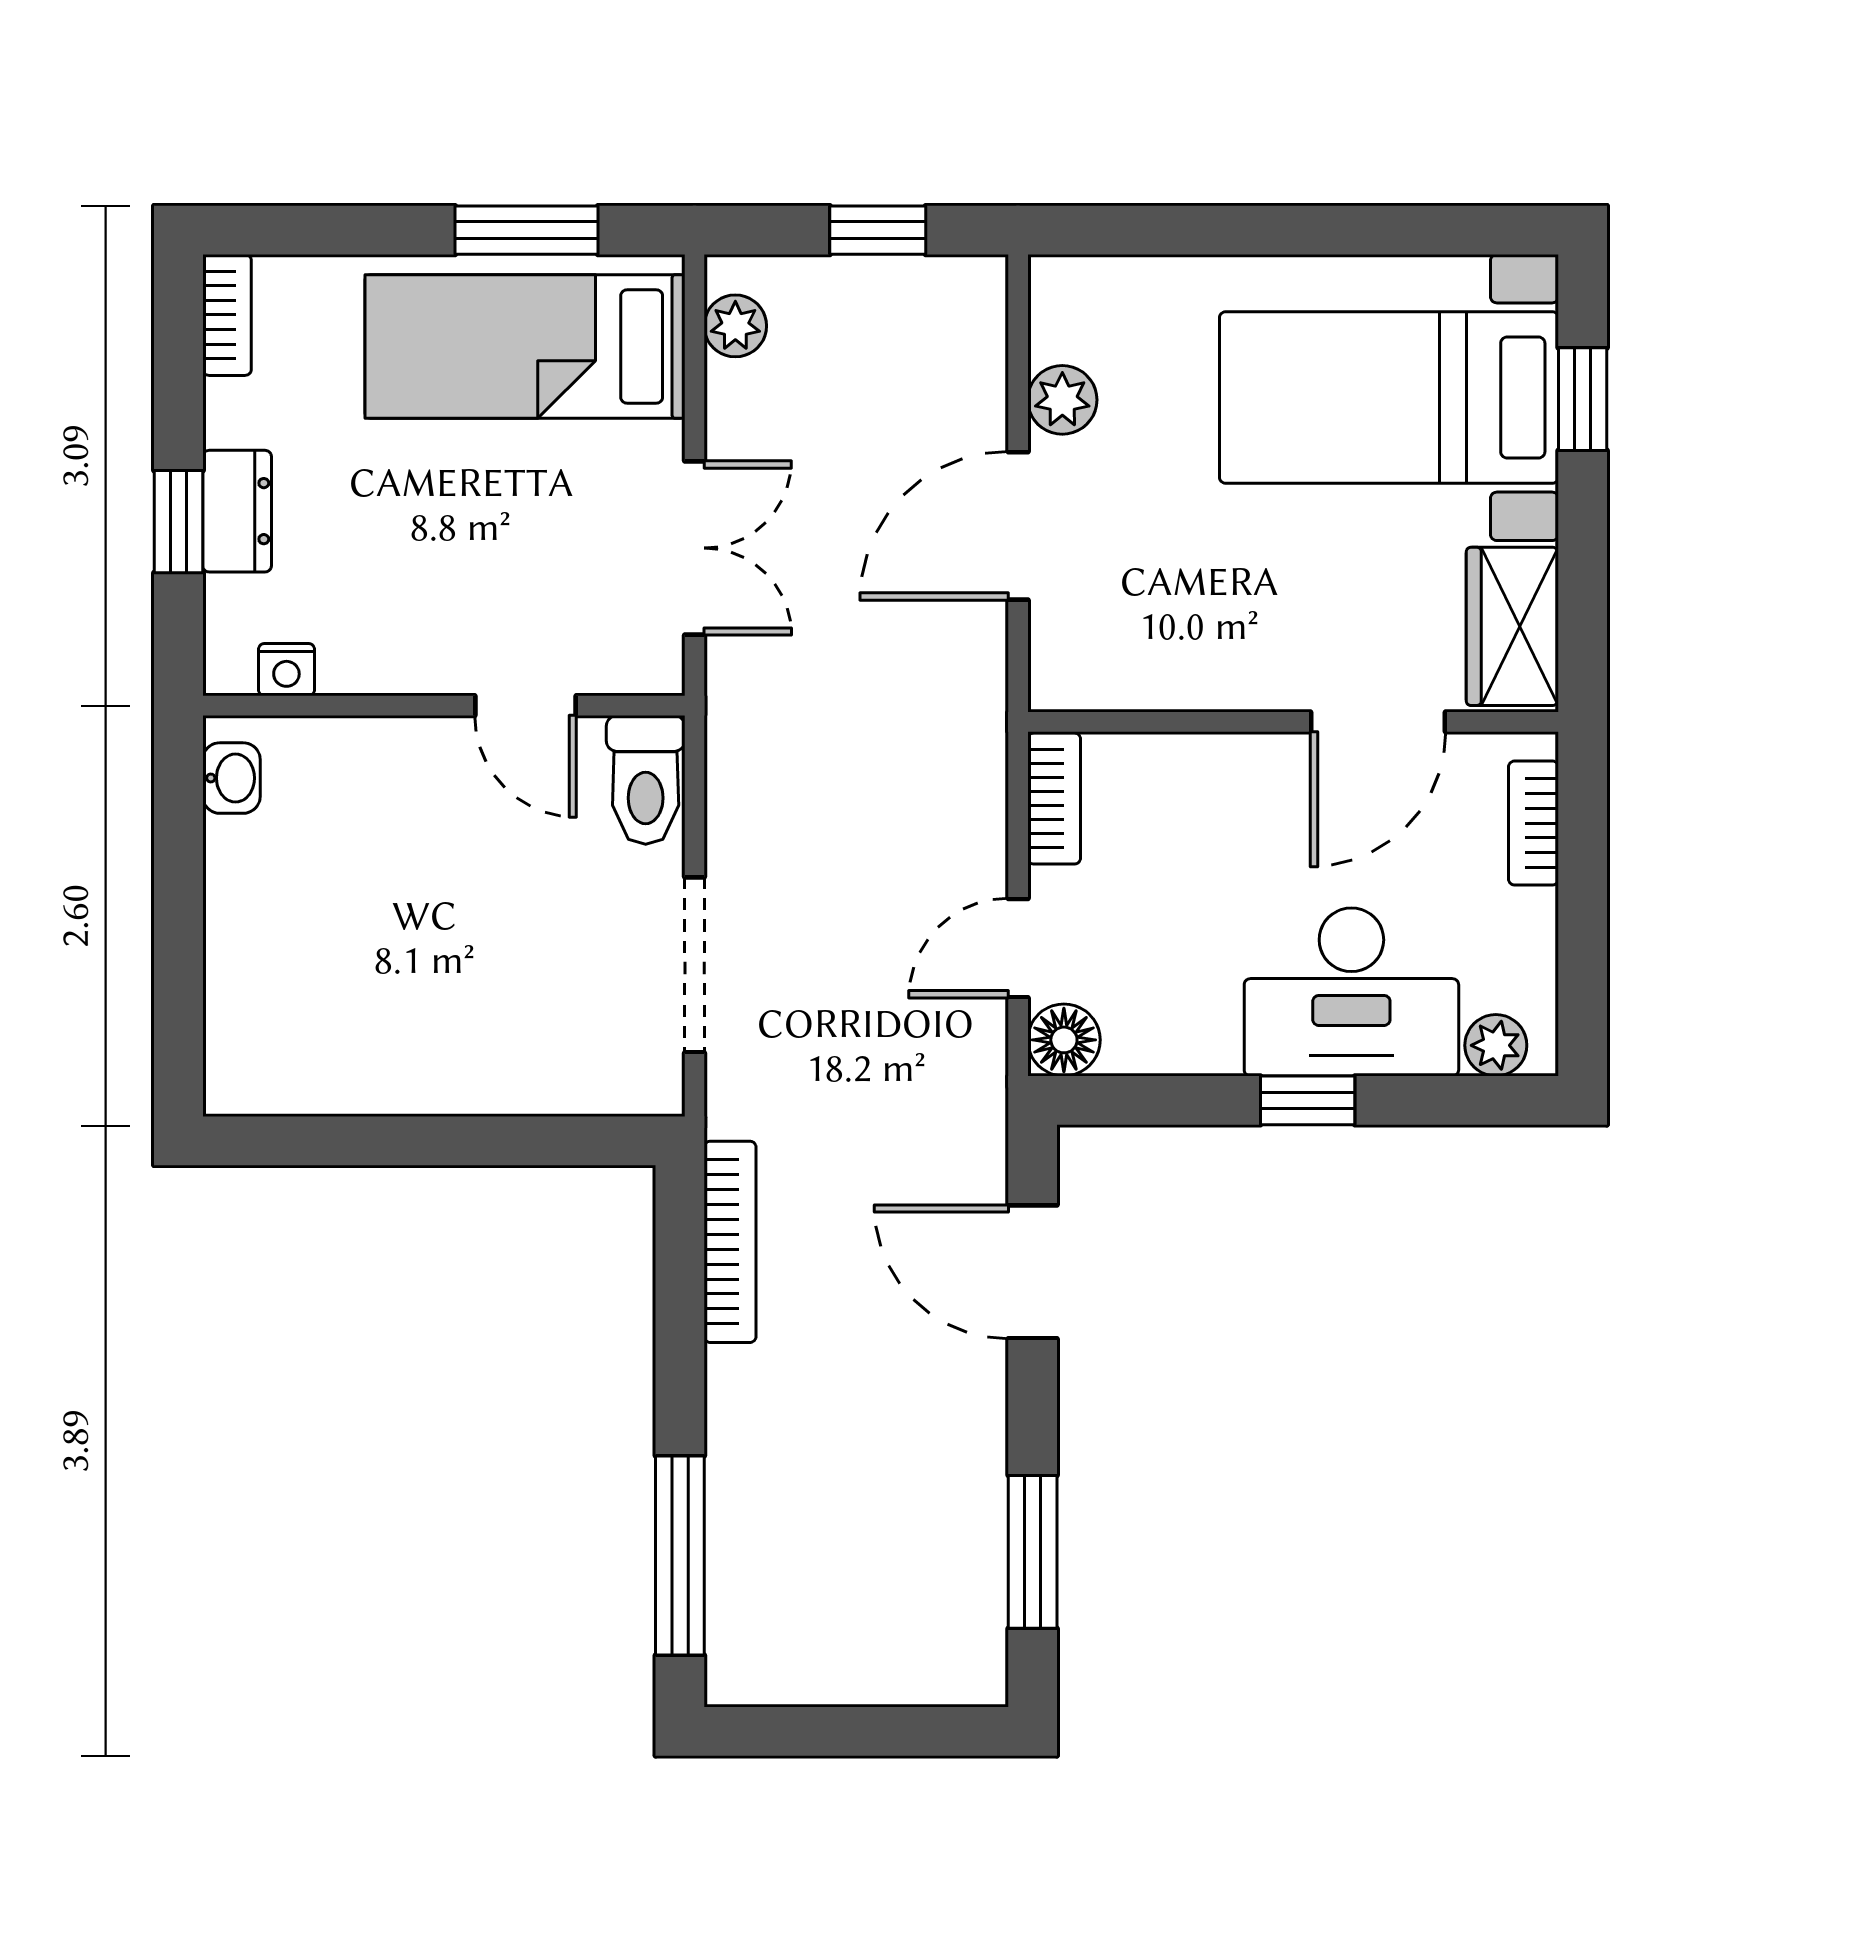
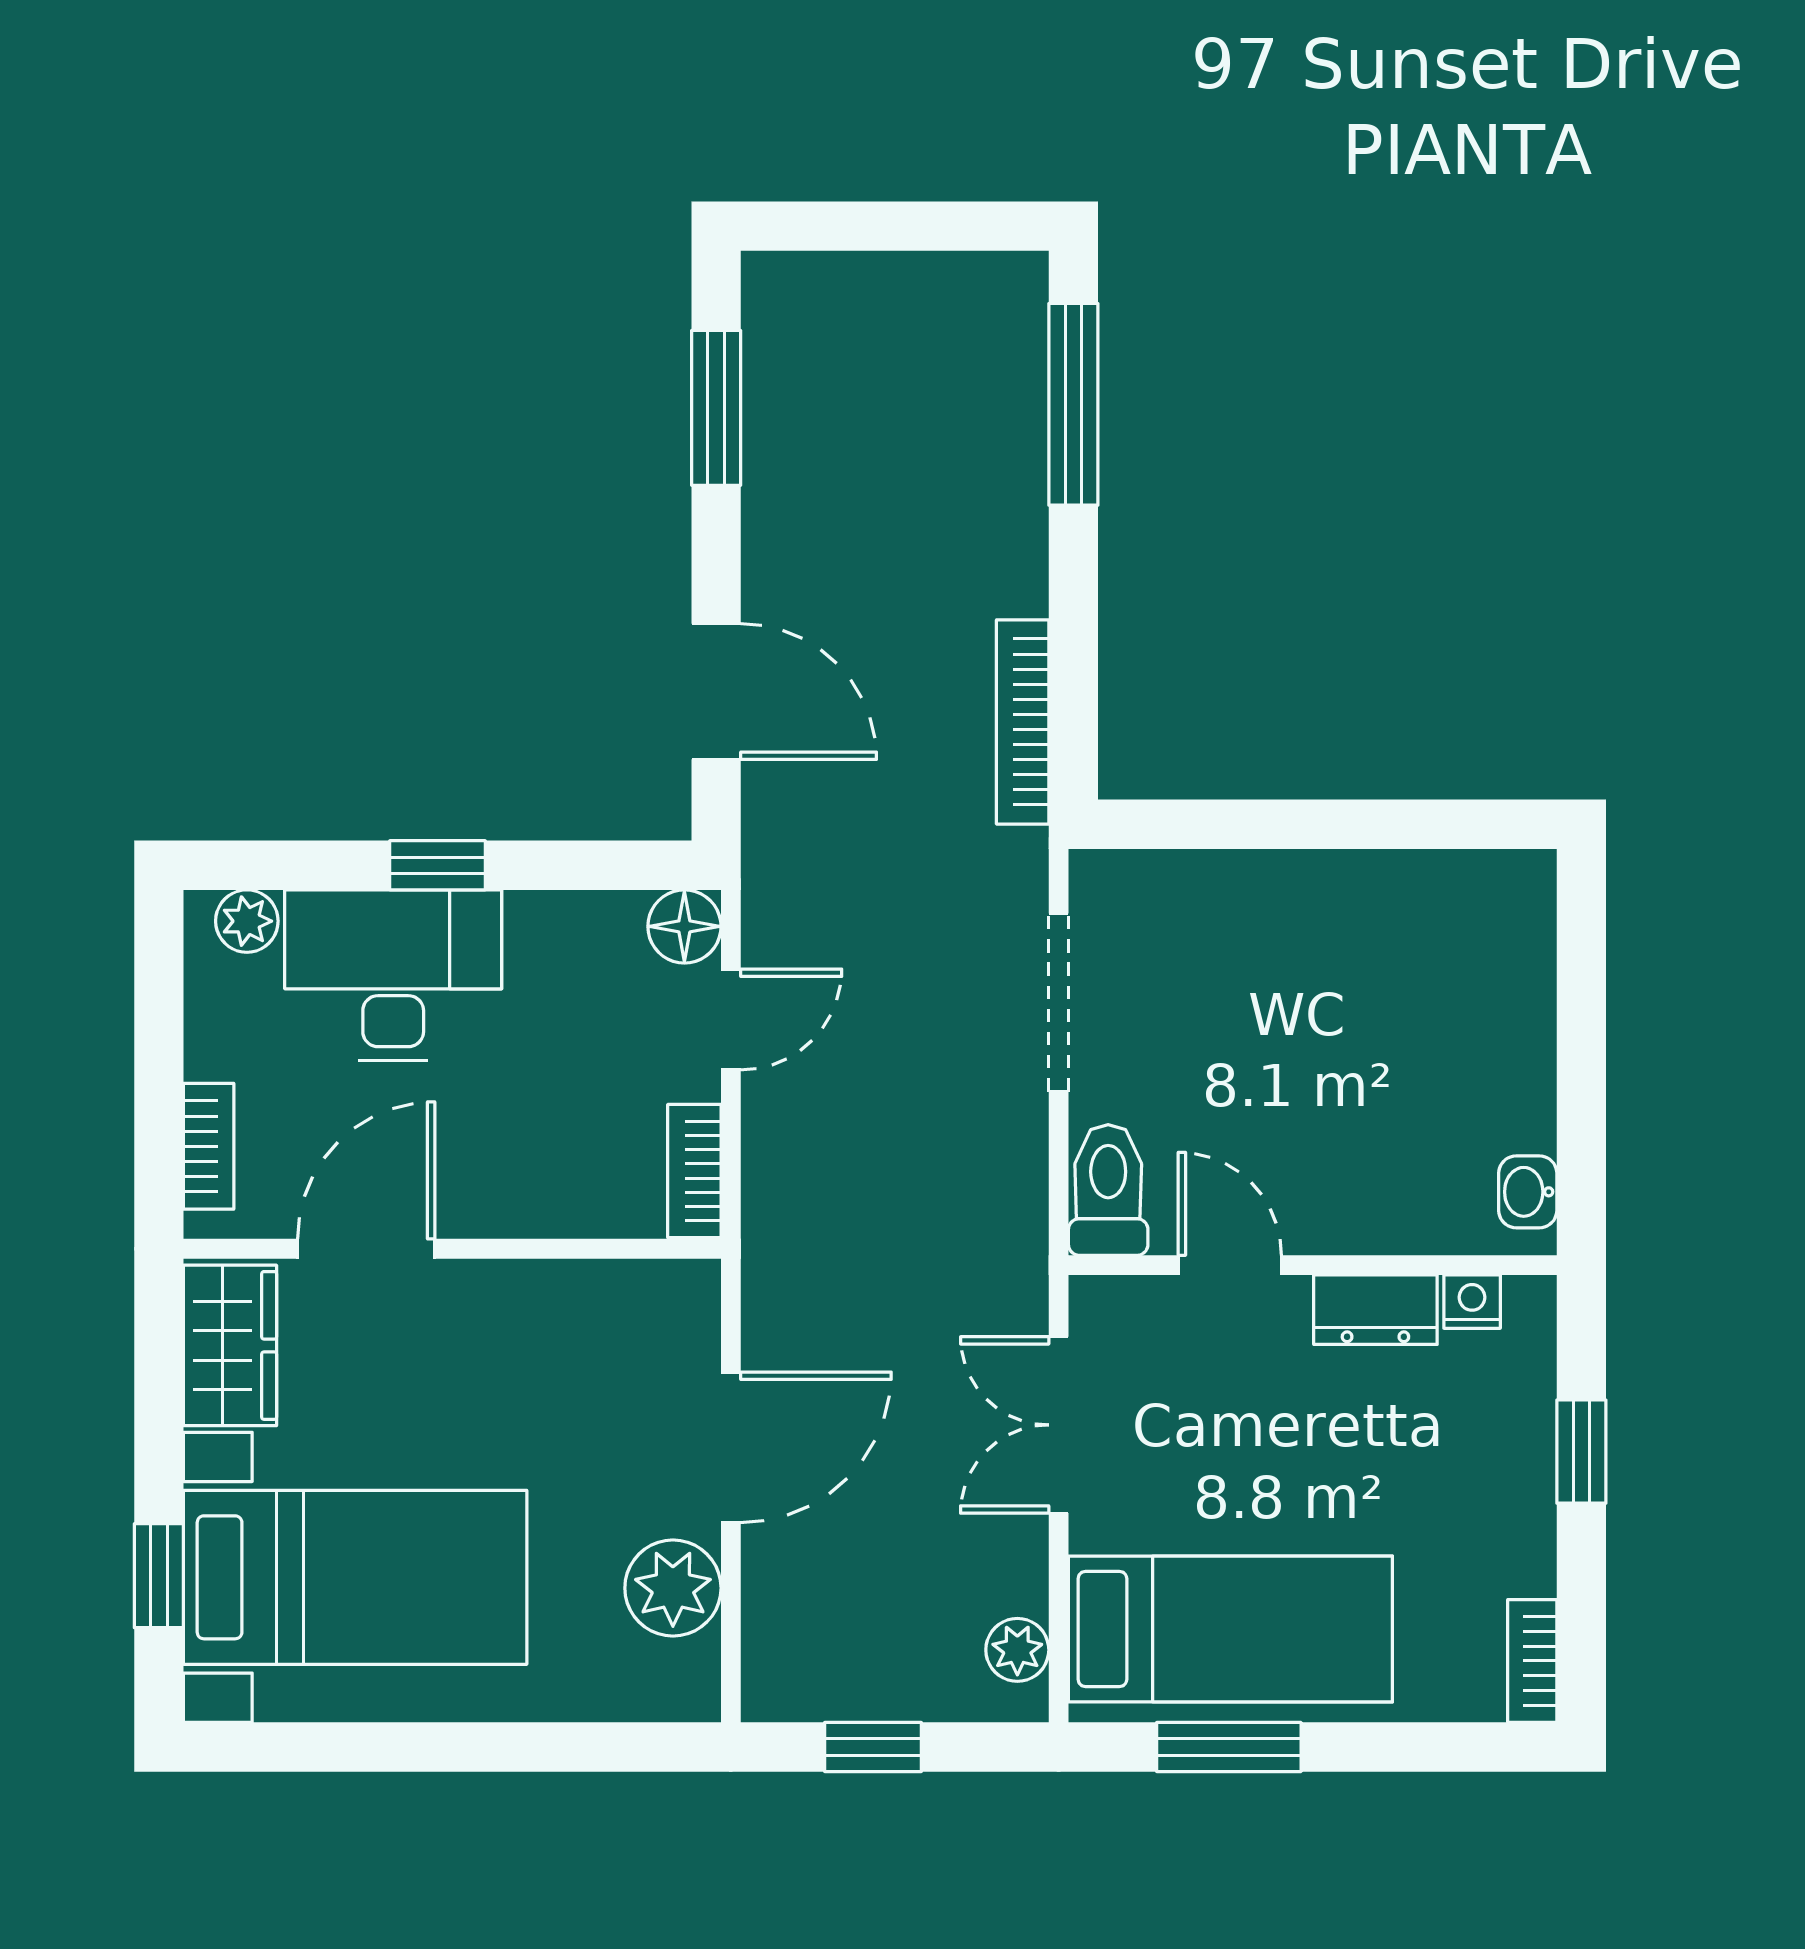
plant: (1062, 400) -> (673, 1588), width x1.38, depth x1.38
dresser: (237, 511) -> (1375, 1310), moved, turned -90

